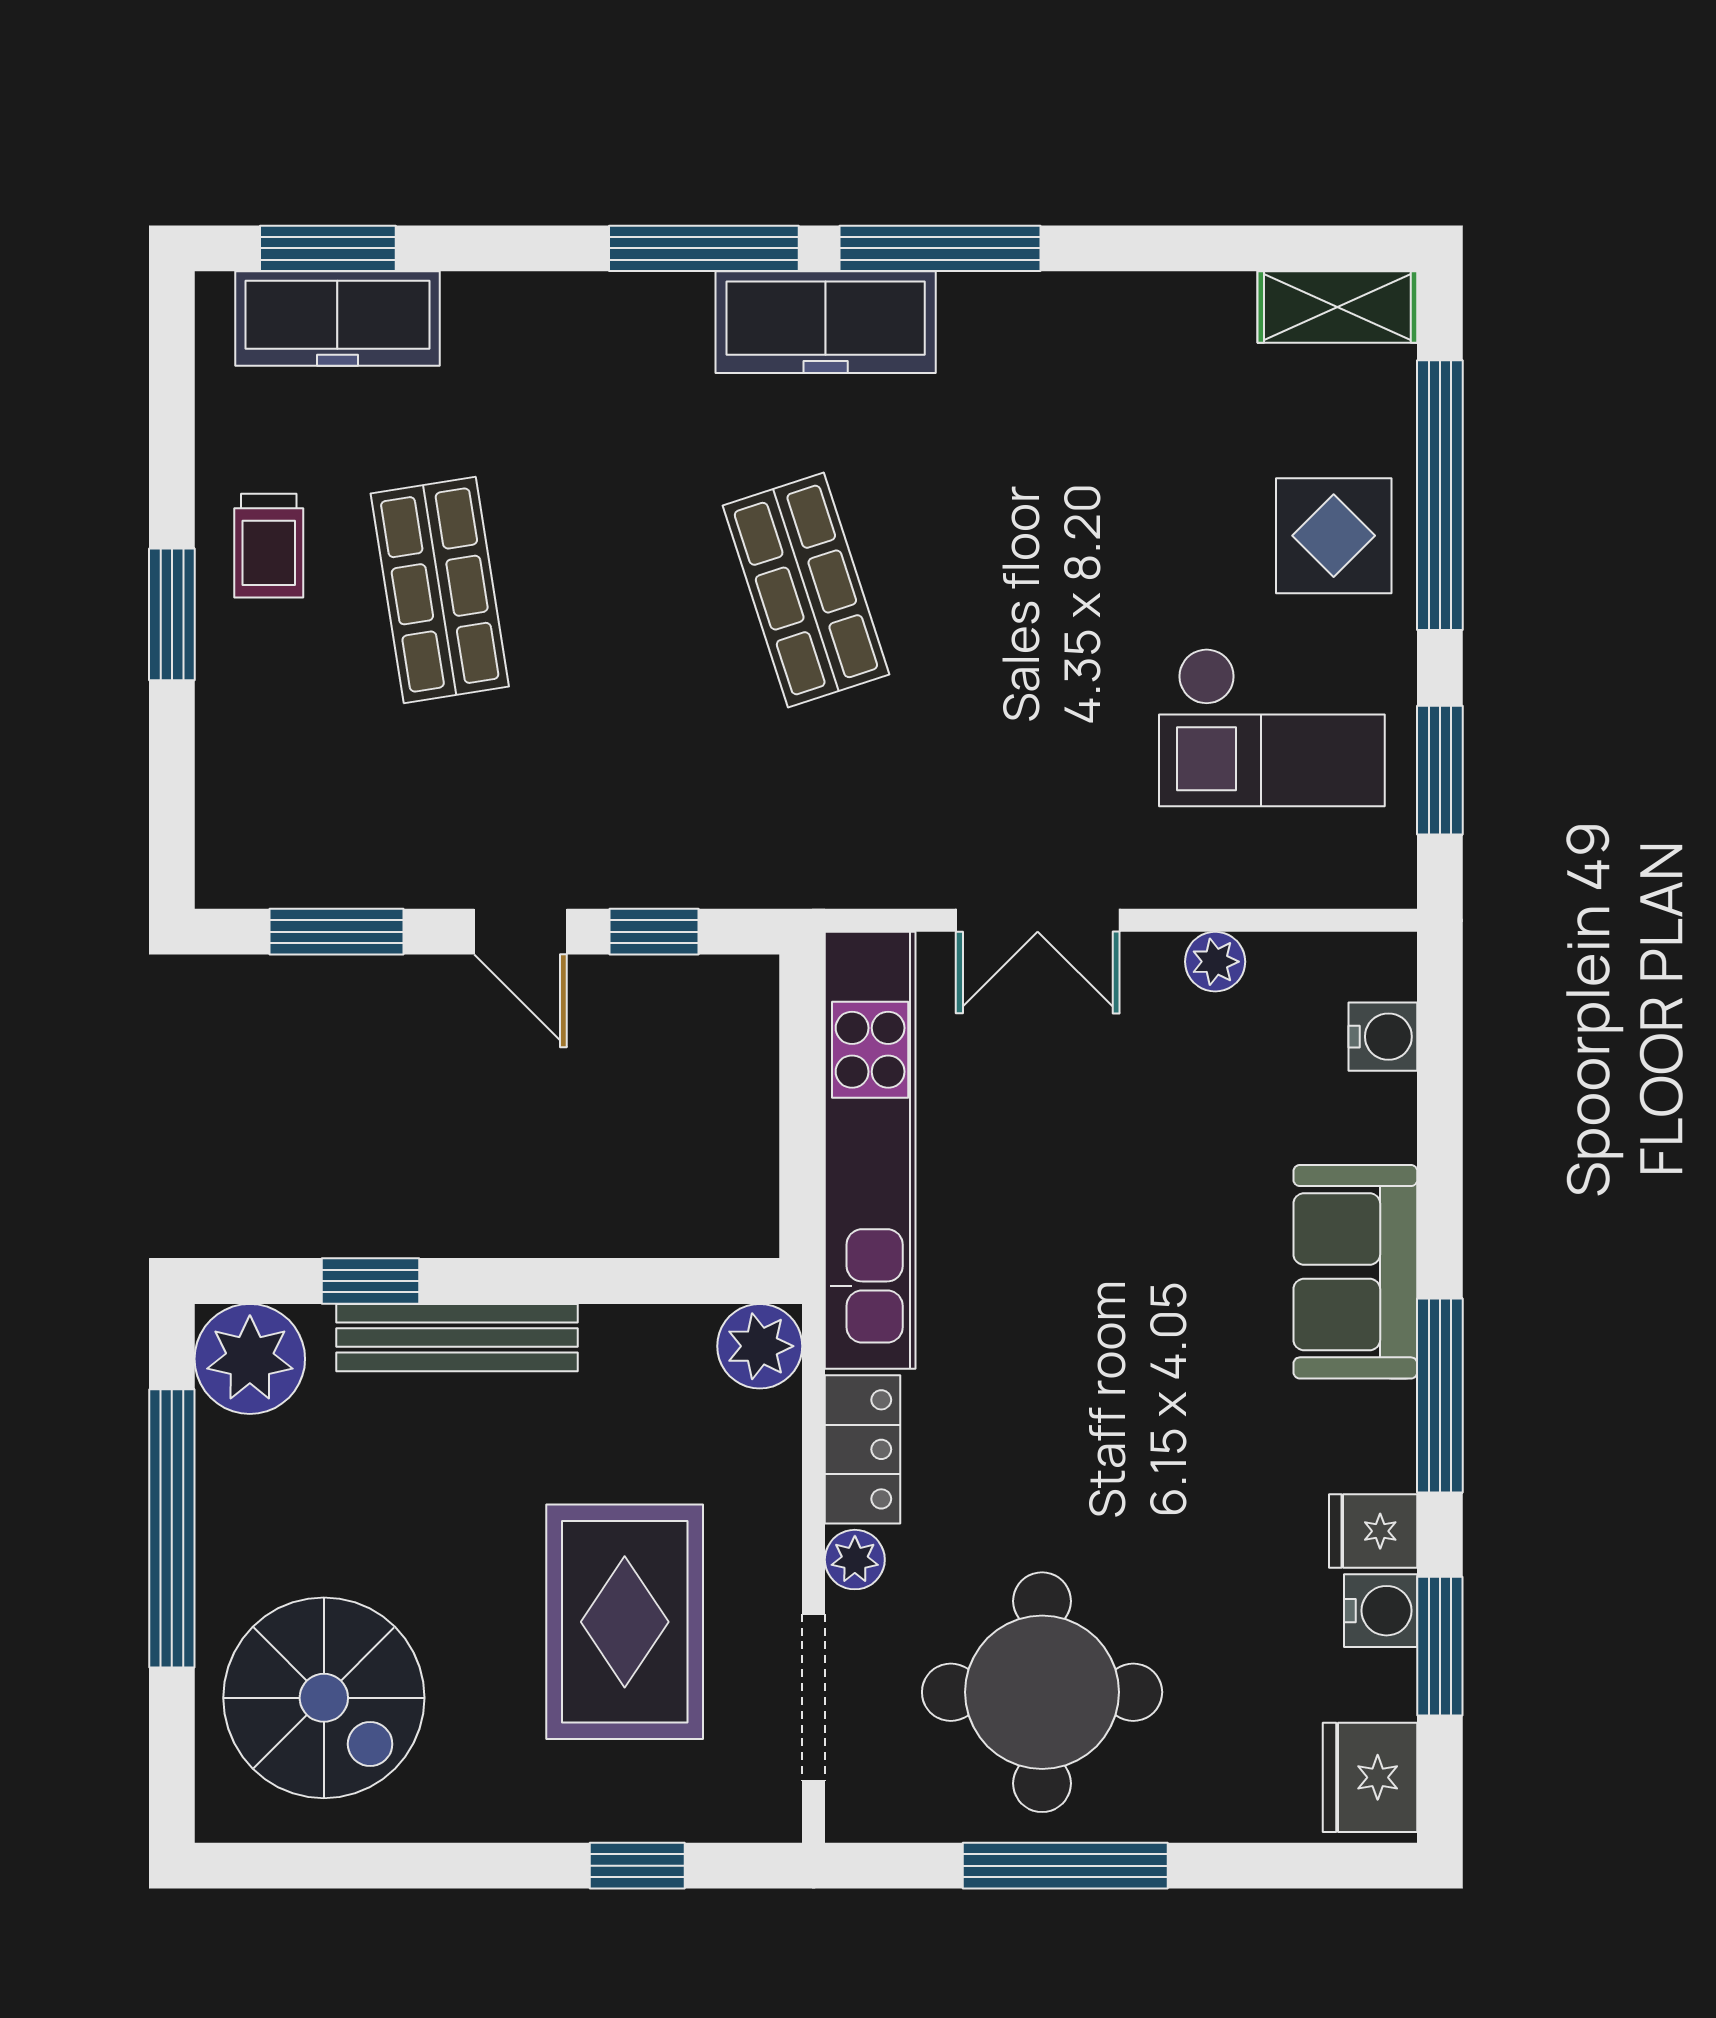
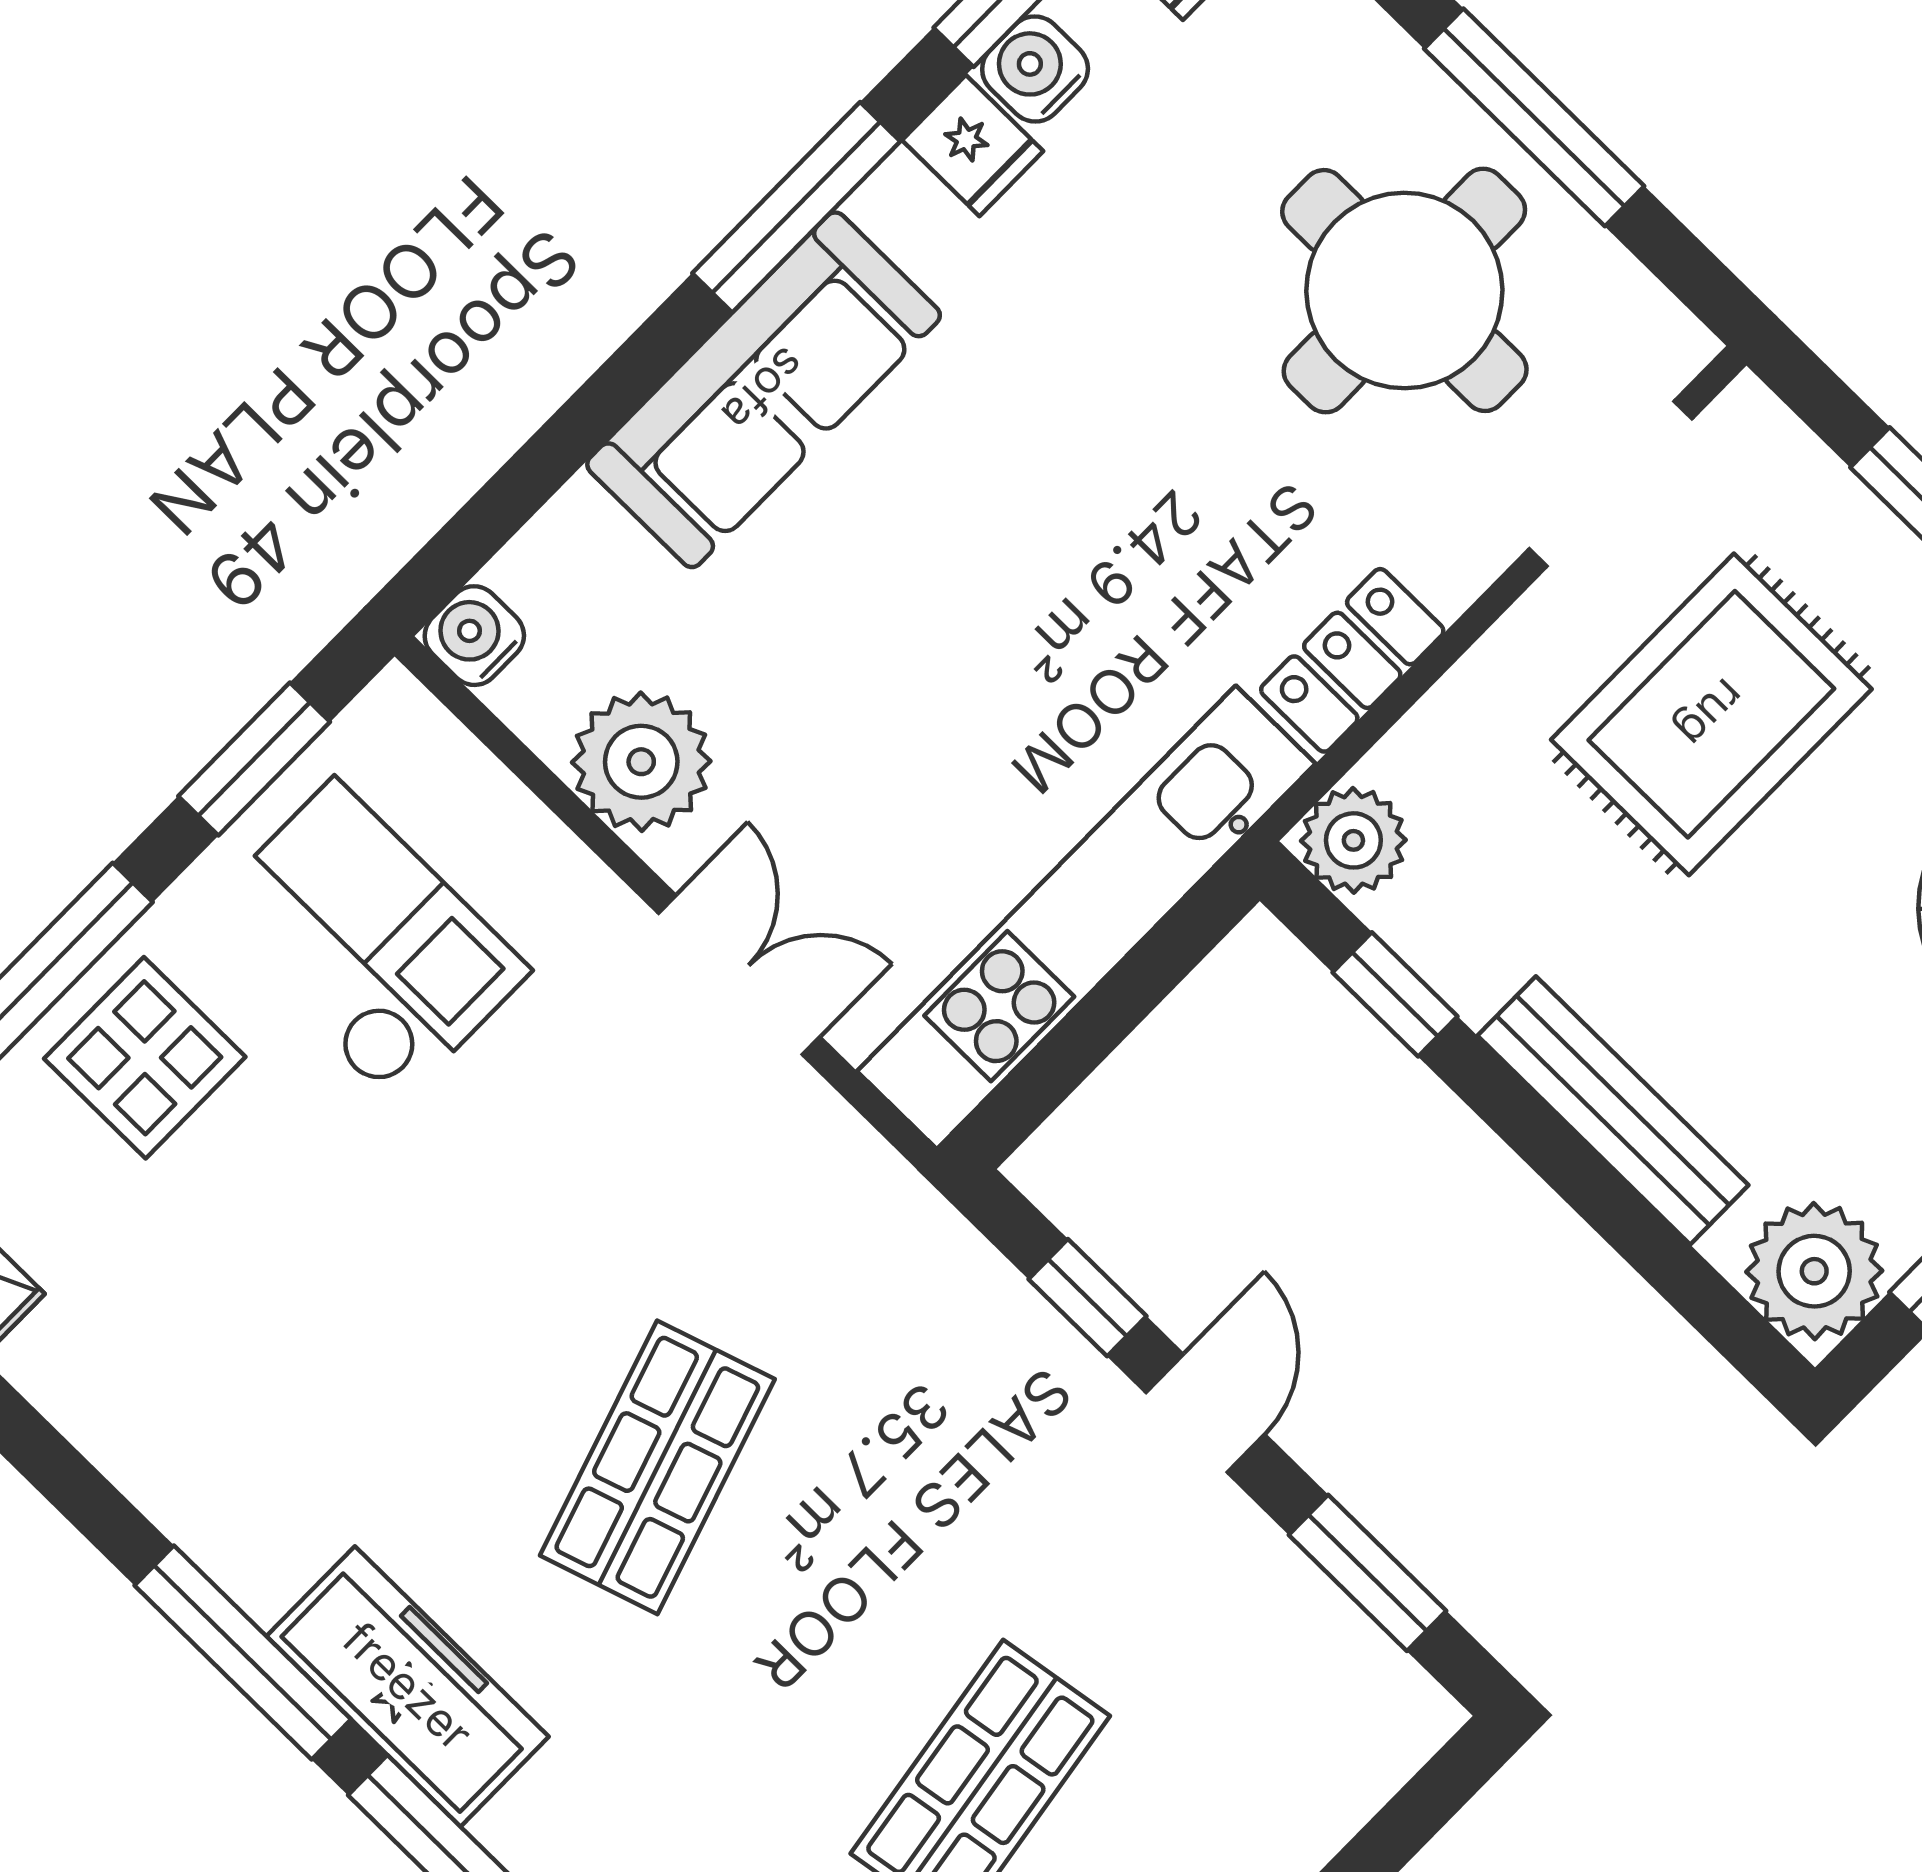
plant: (1215, 962) -> (641, 762), width x1.87, depth x1.87
water cooler: (1383, 1037) -> (474, 636), moved
sofa: (1355, 1272) -> (764, 390), width x1.36
window: (370, 1281) -> (1395, 994), moved
plant: (855, 1560) -> (1455, 570), removed

